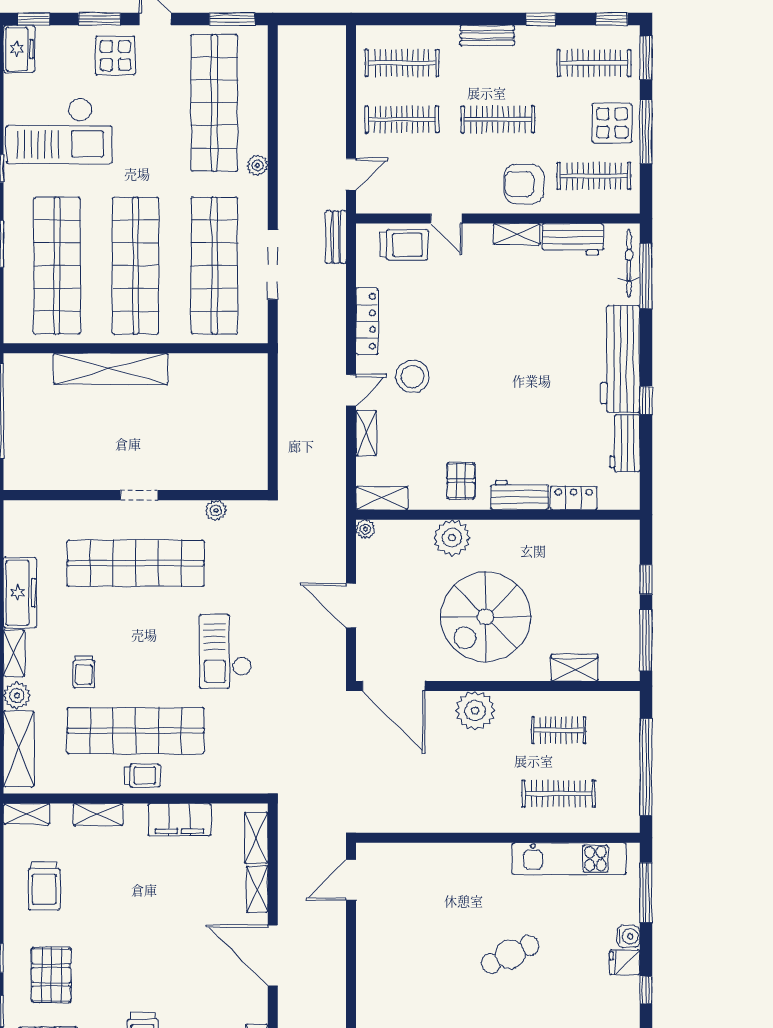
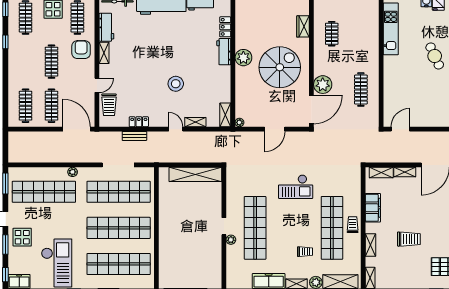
bench: (487, 36) -> (13, 66), removed
door: (351, 174) -> (77, 129), width x1.87
armchair: (524, 184) -> (81, 50), turned 180
bench: (336, 237) -> (134, 136), moved
trolley: (404, 245) -> (109, 105), turned 180
locker: (367, 321) -> (139, 122), width x0.66
shelving: (111, 369) -> (195, 174), moved, turned 90
stool: (412, 376) -> (176, 84), moved
pallet: (461, 481) -> (217, 79), removed
plant: (216, 510) -> (231, 240), moved
plant: (452, 538) -> (243, 58), moved
spiral stairs: (486, 617) -> (280, 67), turned -90
plant: (475, 711) -> (323, 85), moved
clothes rail: (559, 794) -> (361, 90), moved
door: (351, 880) -> (400, 129), swing flipped
trolley: (44, 886) -> (409, 239), moved

